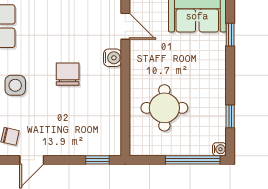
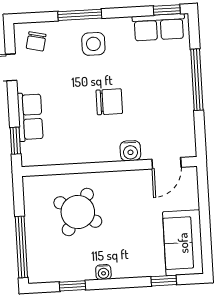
round table: (164, 108) -> (78, 212), turned 31
row of seats: (77, 146) -> (30, 117), added
water cooler: (219, 149) -> (103, 272), moved

